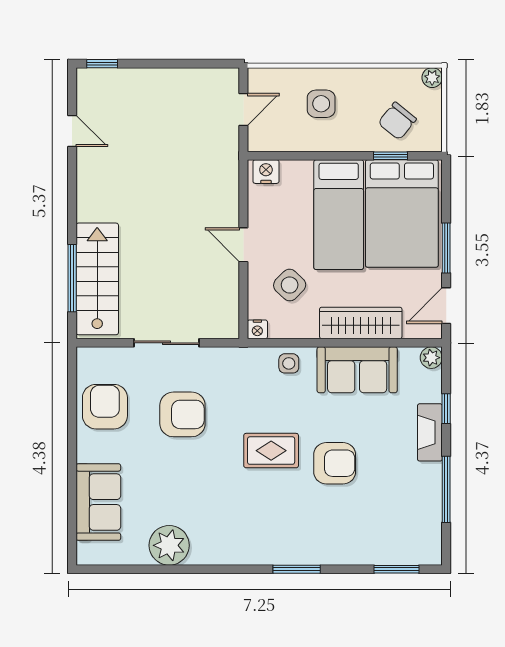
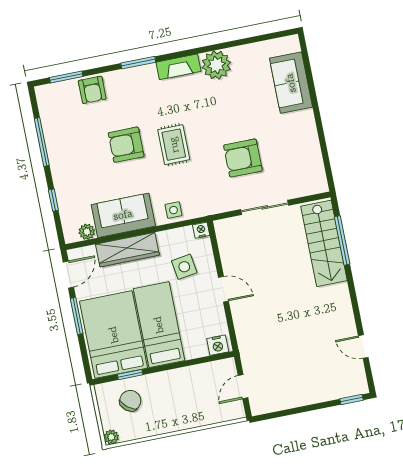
side table: (321, 104) -> (188, 402), removed
side table: (290, 285) -> (184, 267), turned 38
plant: (431, 358) -> (87, 232), moved
armchair: (105, 407) -> (92, 90), moved, width x0.72, depth x0.72
fireplace: (430, 432) -> (179, 67), moved, turned 90
rug: (271, 451) -> (174, 145), turned 90
plant: (169, 545) -> (216, 65), moved

